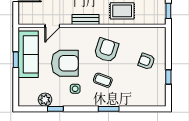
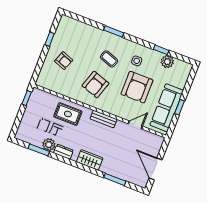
armchair: (65, 63) -> (137, 87), turned -90

